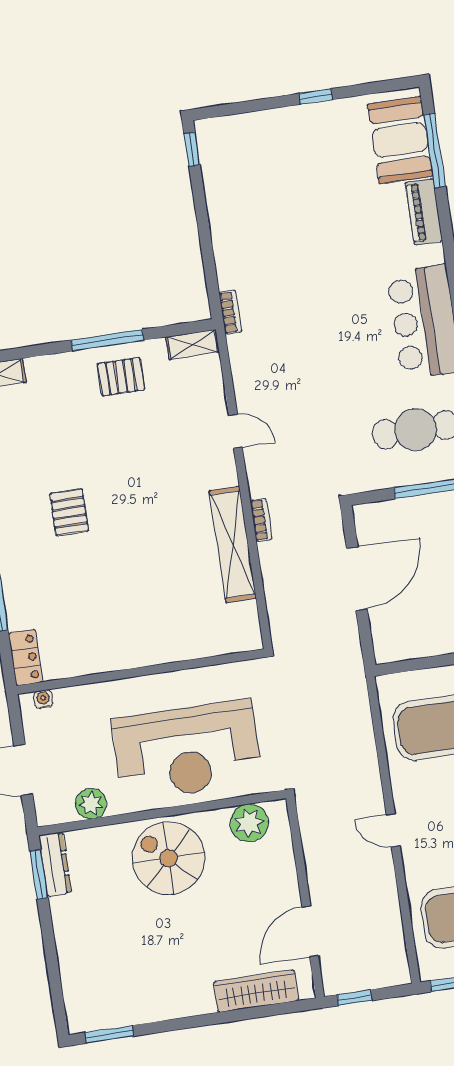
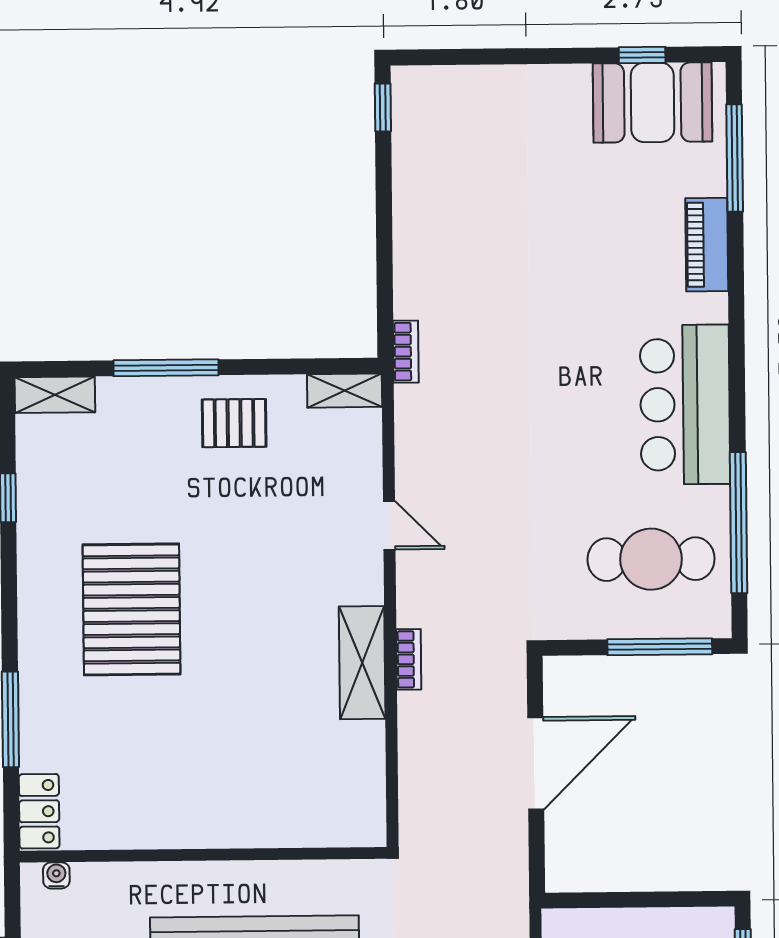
window: (316, 97) -> (642, 55), moved
booth: (400, 140) -> (653, 102), moved, turned 90
window: (107, 340) -> (166, 368), moved
pallet: (69, 512) -> (132, 609), width x2.05, depth x2.00
shelving: (233, 544) -> (362, 663), width x0.68

